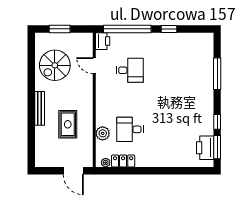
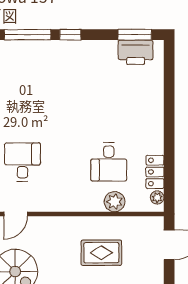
window: (217, 122) -> (70, 35), moved

